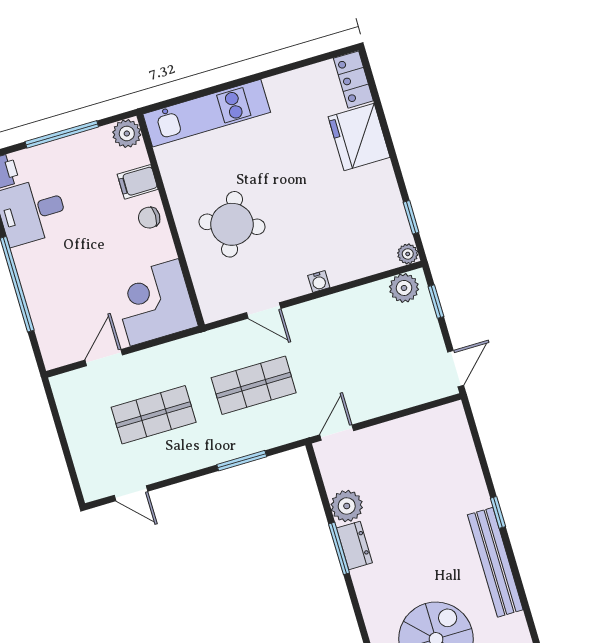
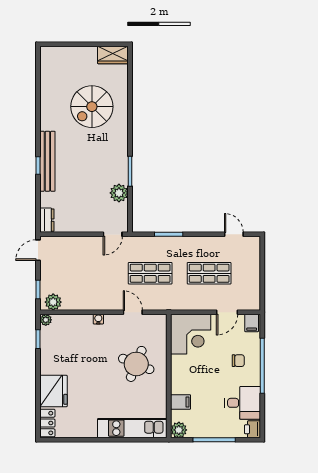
chair: (149, 218) -> (238, 361), moved
filing cabinet: (57, 352) -> (252, 323), added
dresser: (354, 545) -> (47, 220), moved, turned 180
bench: (495, 562) -> (47, 161), moved

